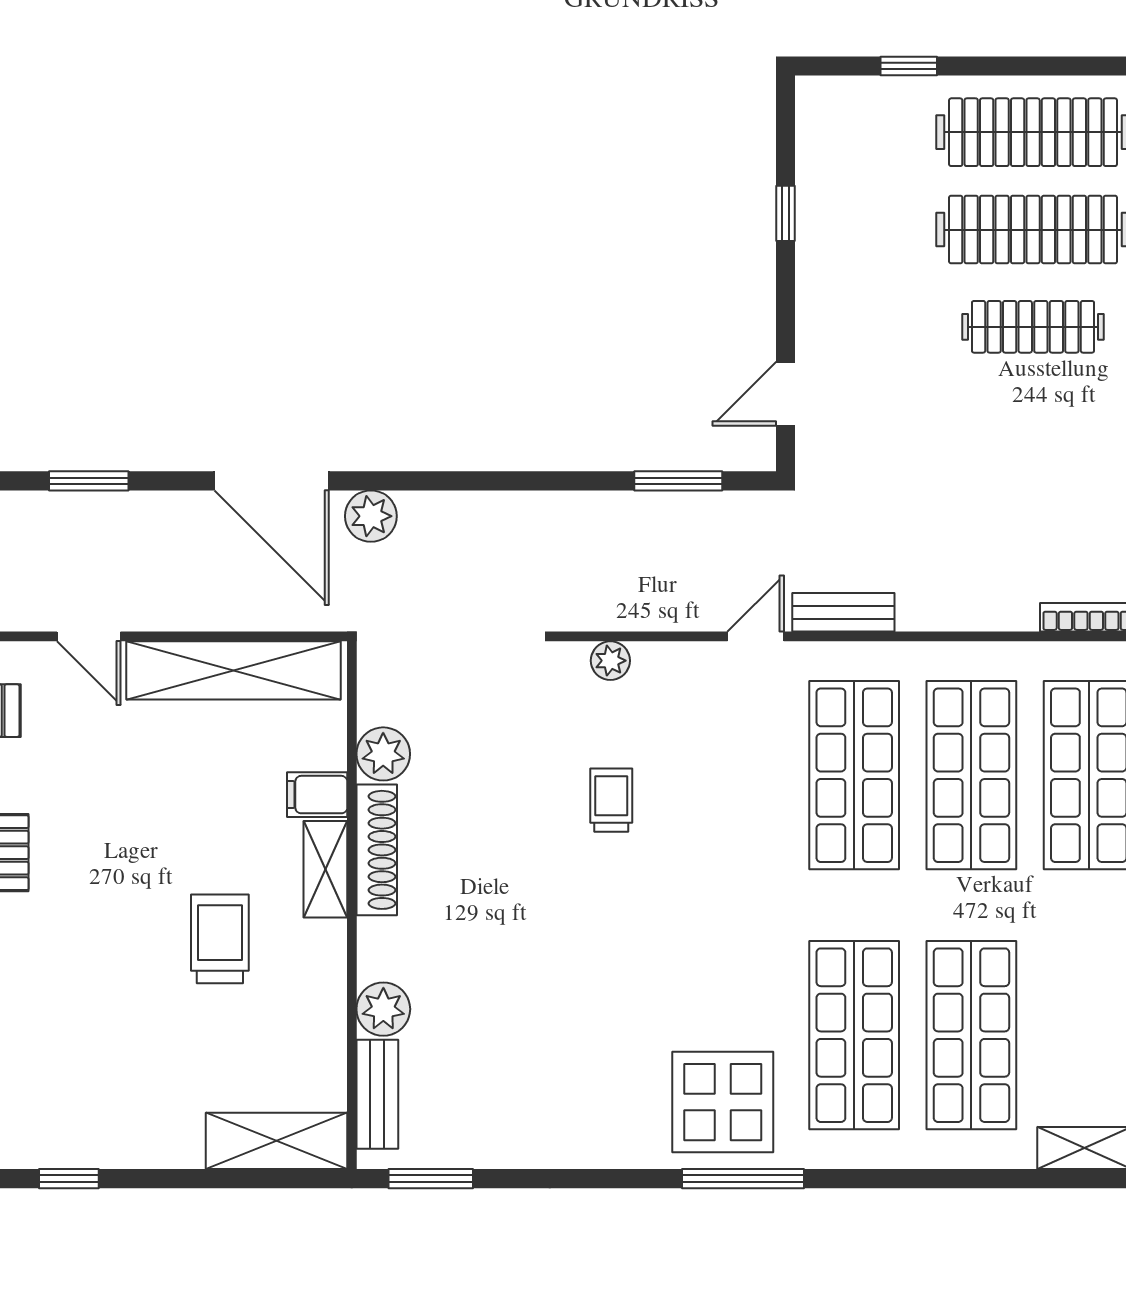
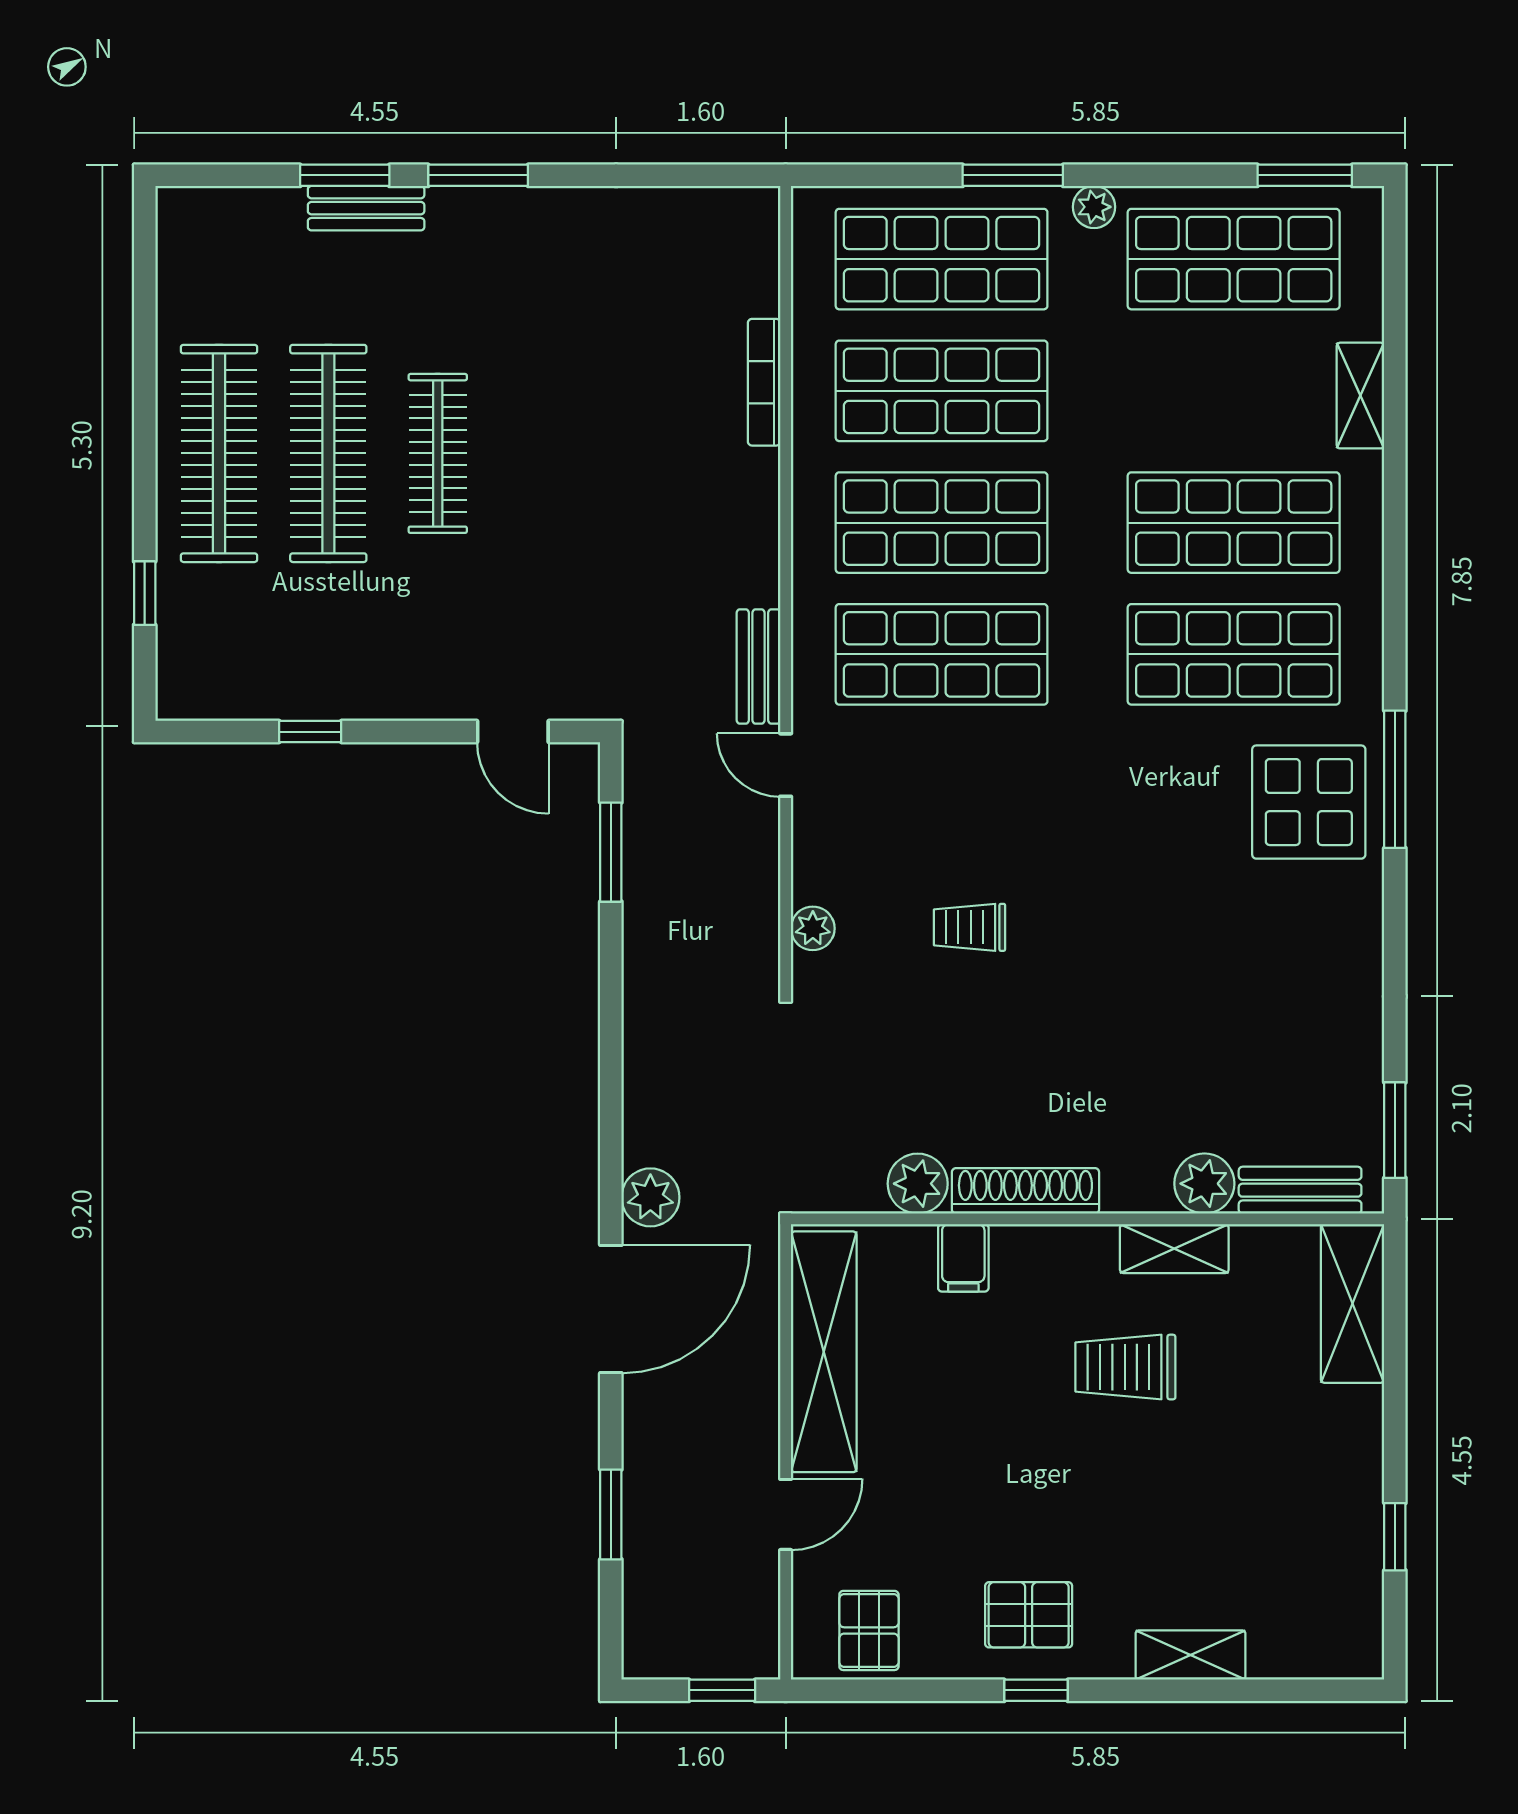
shelving: (325, 869) -> (1174, 1249), moved

